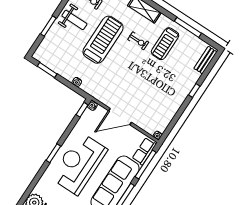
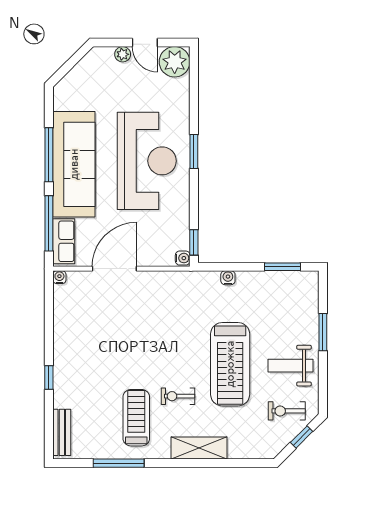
door: (120, 117) -> (114, 269), moved

